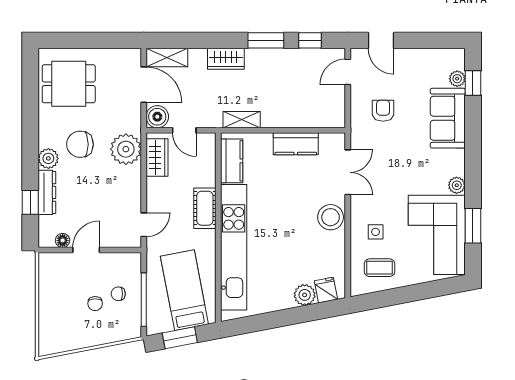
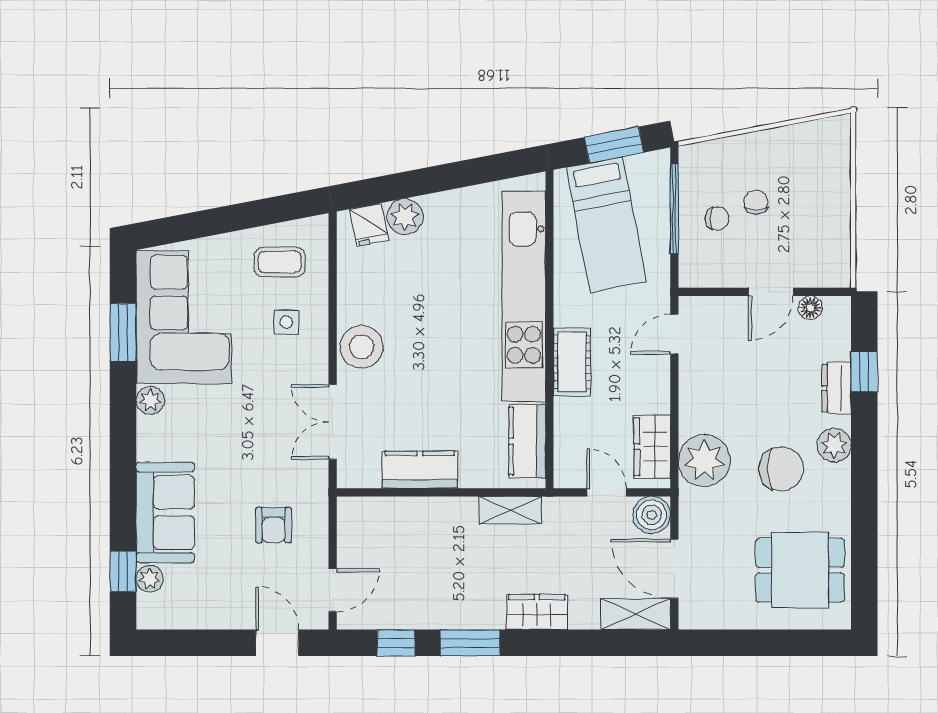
dresser: (47, 192) -> (837, 388), width x0.70

